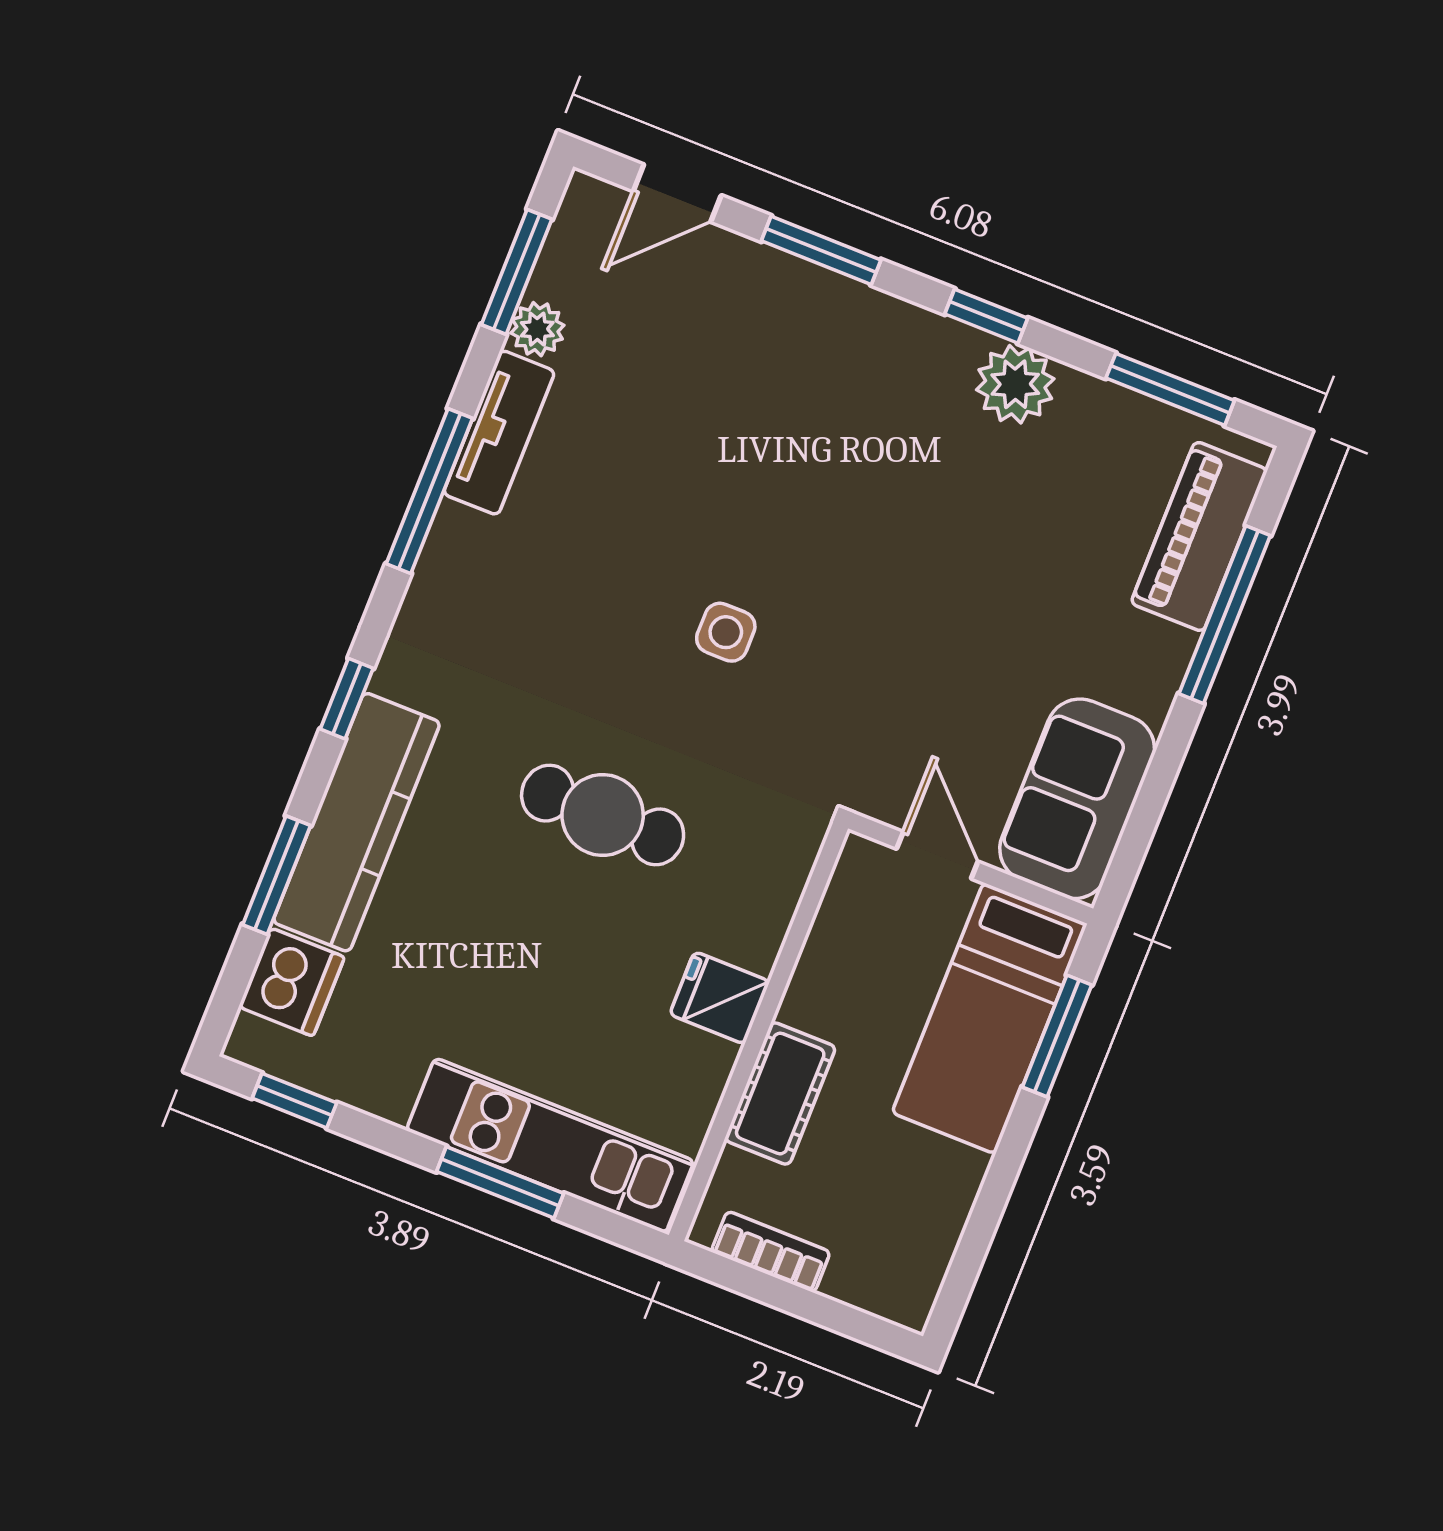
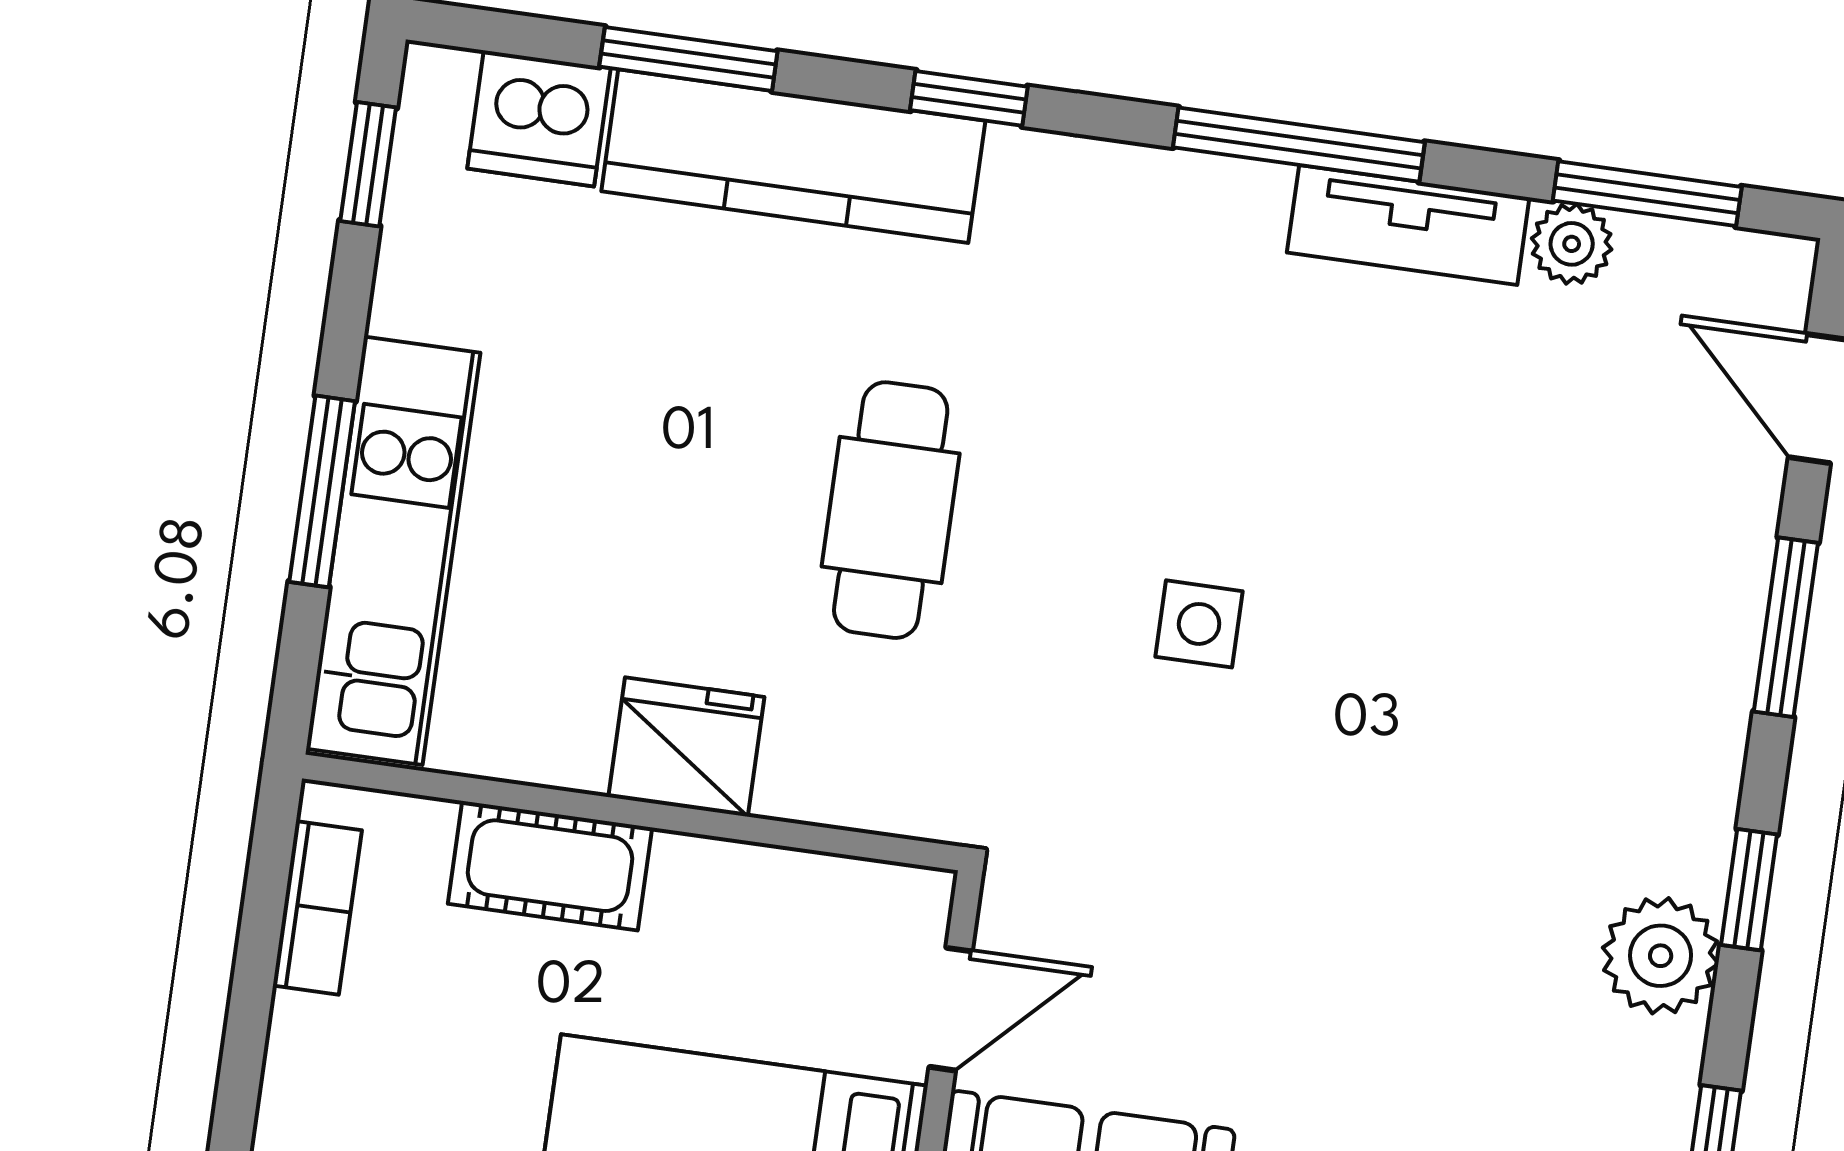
fridge: (720, 998) -> (686, 747), width x1.38

